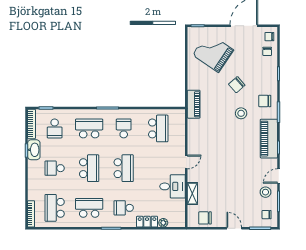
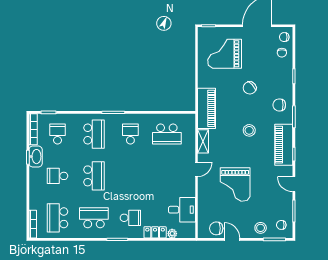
grand piano: (213, 52) -> (225, 54), turned -34
piano: (194, 104) -> (206, 108), width x1.37, depth x1.33
stool: (241, 113) -> (249, 130), moved
school desk: (55, 128) -> (58, 134), turned 180
school desk: (89, 128) -> (94, 134), turned 90
school desk: (158, 128) -> (167, 134), turned 90
school desk: (124, 168) -> (130, 176), removed
grand piano: (223, 176) -> (235, 184), added
door: (279, 176) -> (294, 184), hinge flipped
desk: (172, 186) -> (182, 210), moved
stool: (265, 192) -> (261, 228), moved
shelving: (192, 194) -> (203, 141), moved
school desk: (124, 208) -> (130, 218), turned 180
door: (234, 228) -> (232, 239), moved

